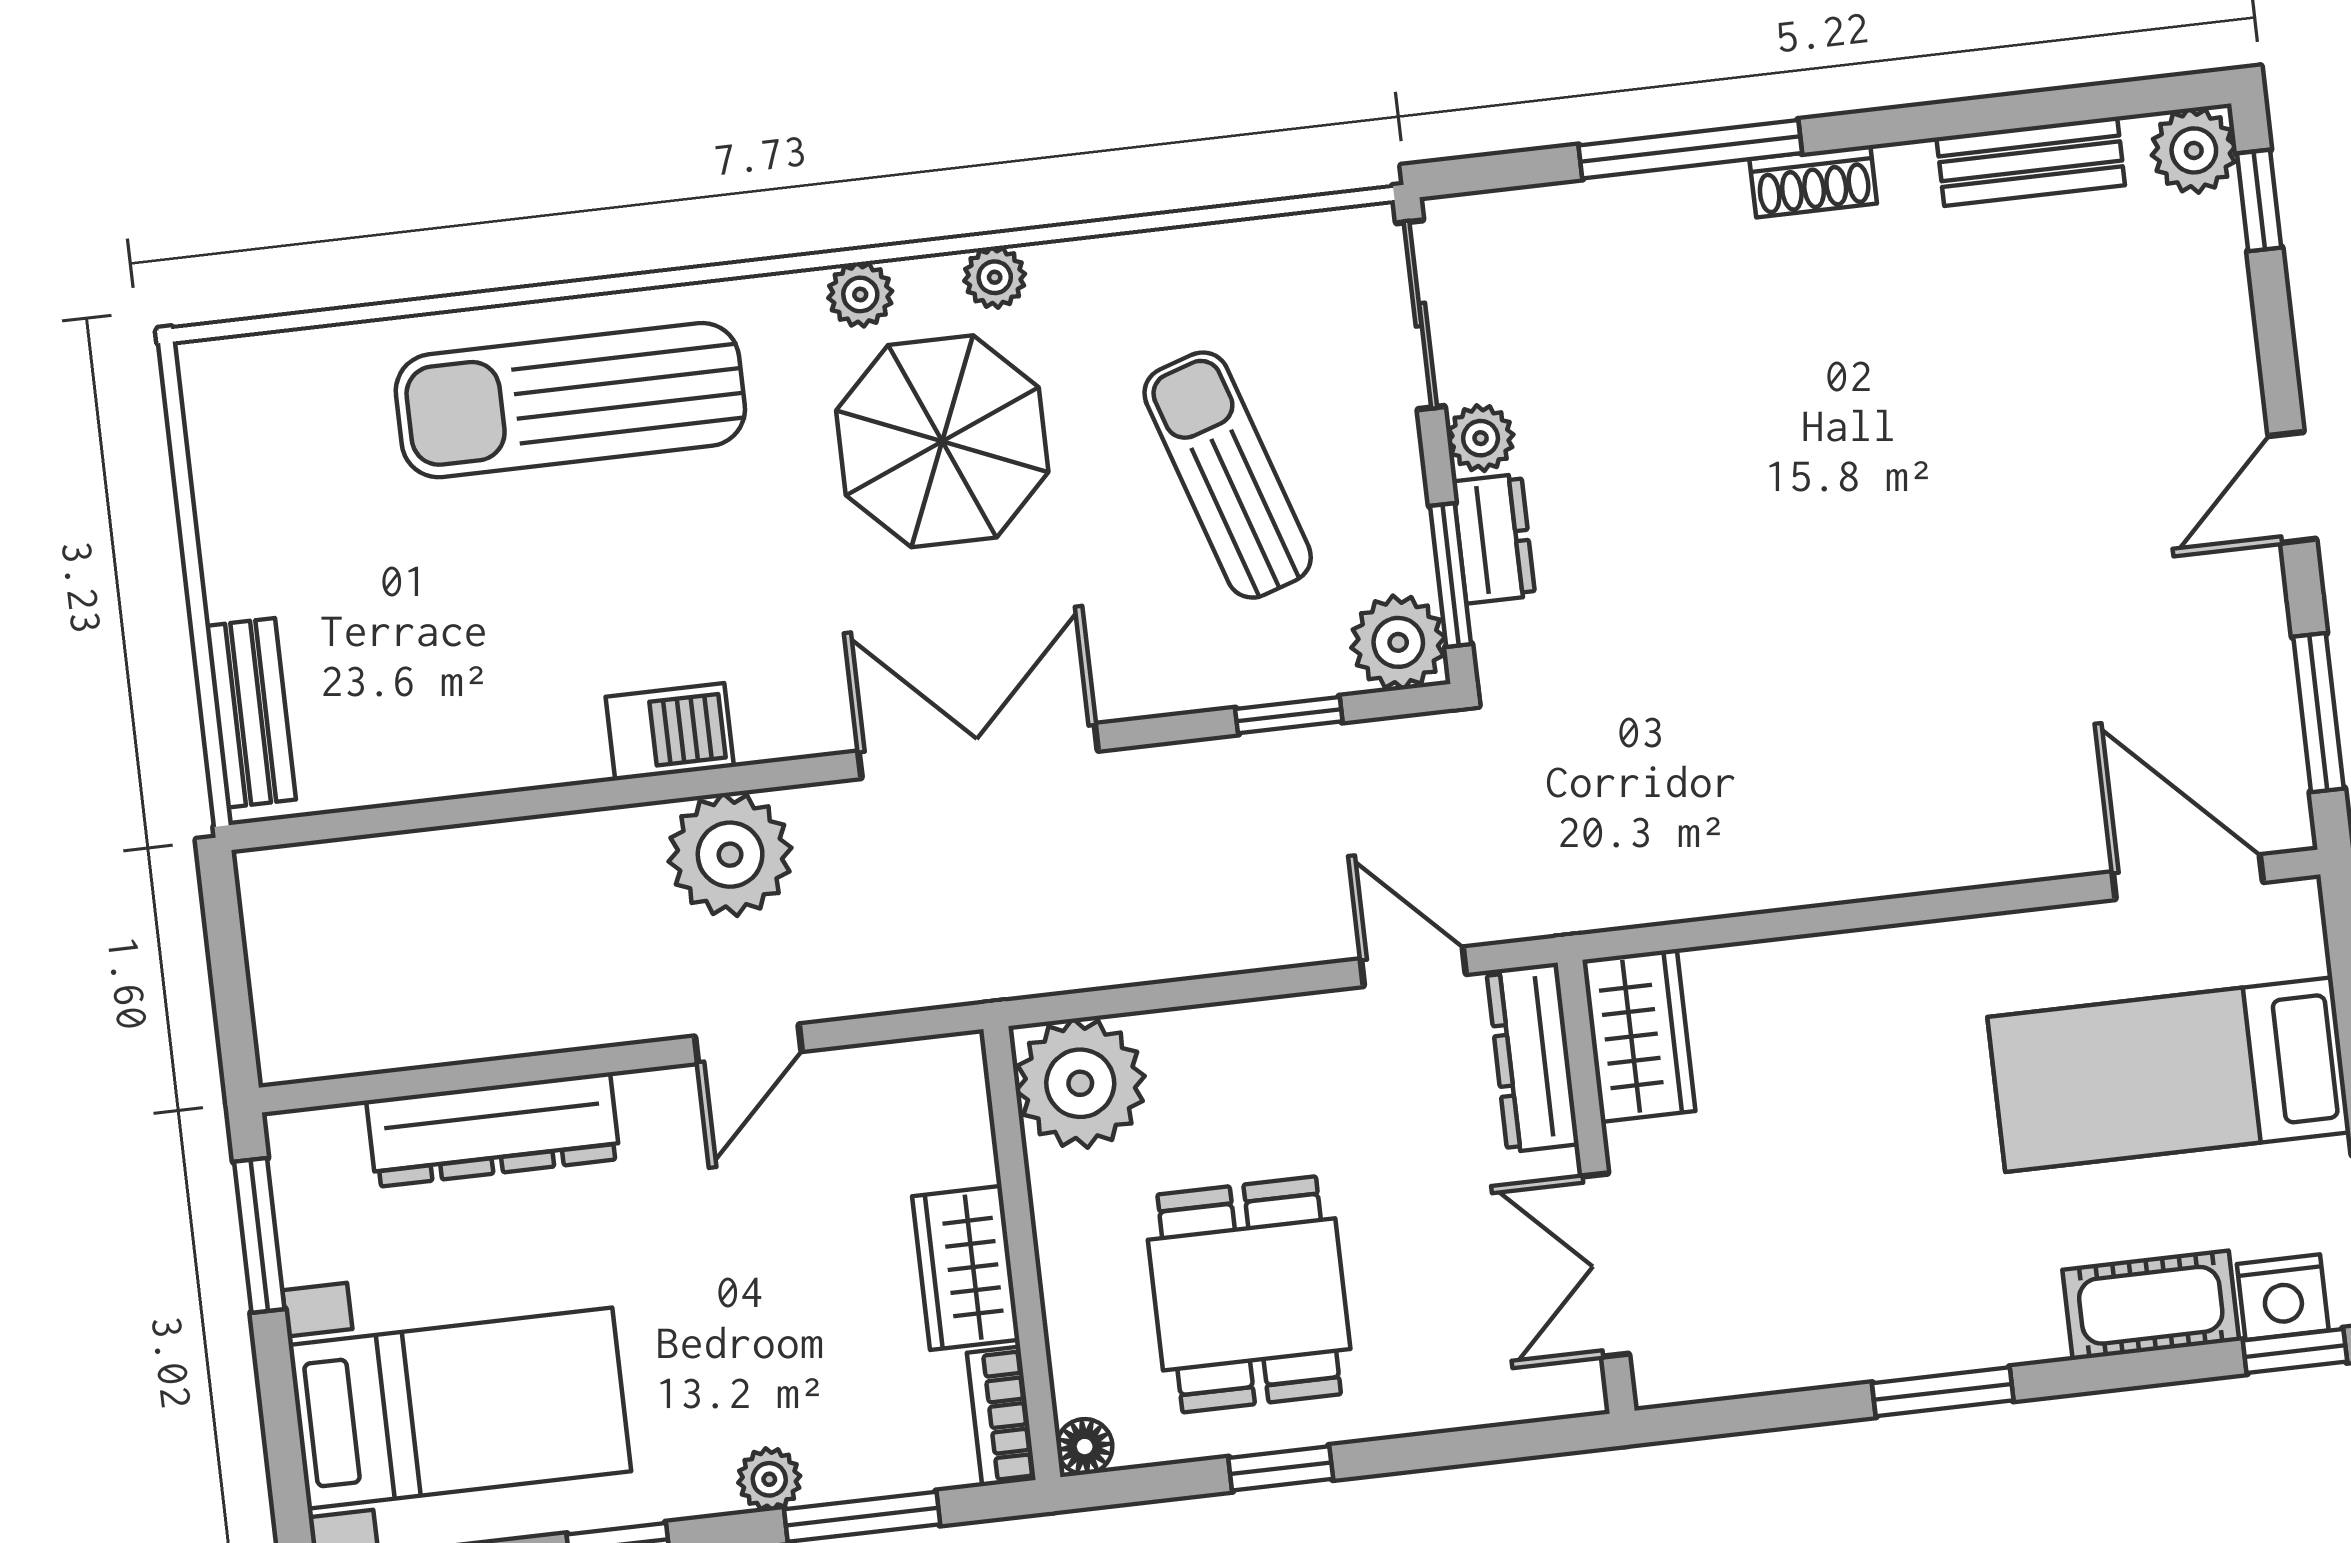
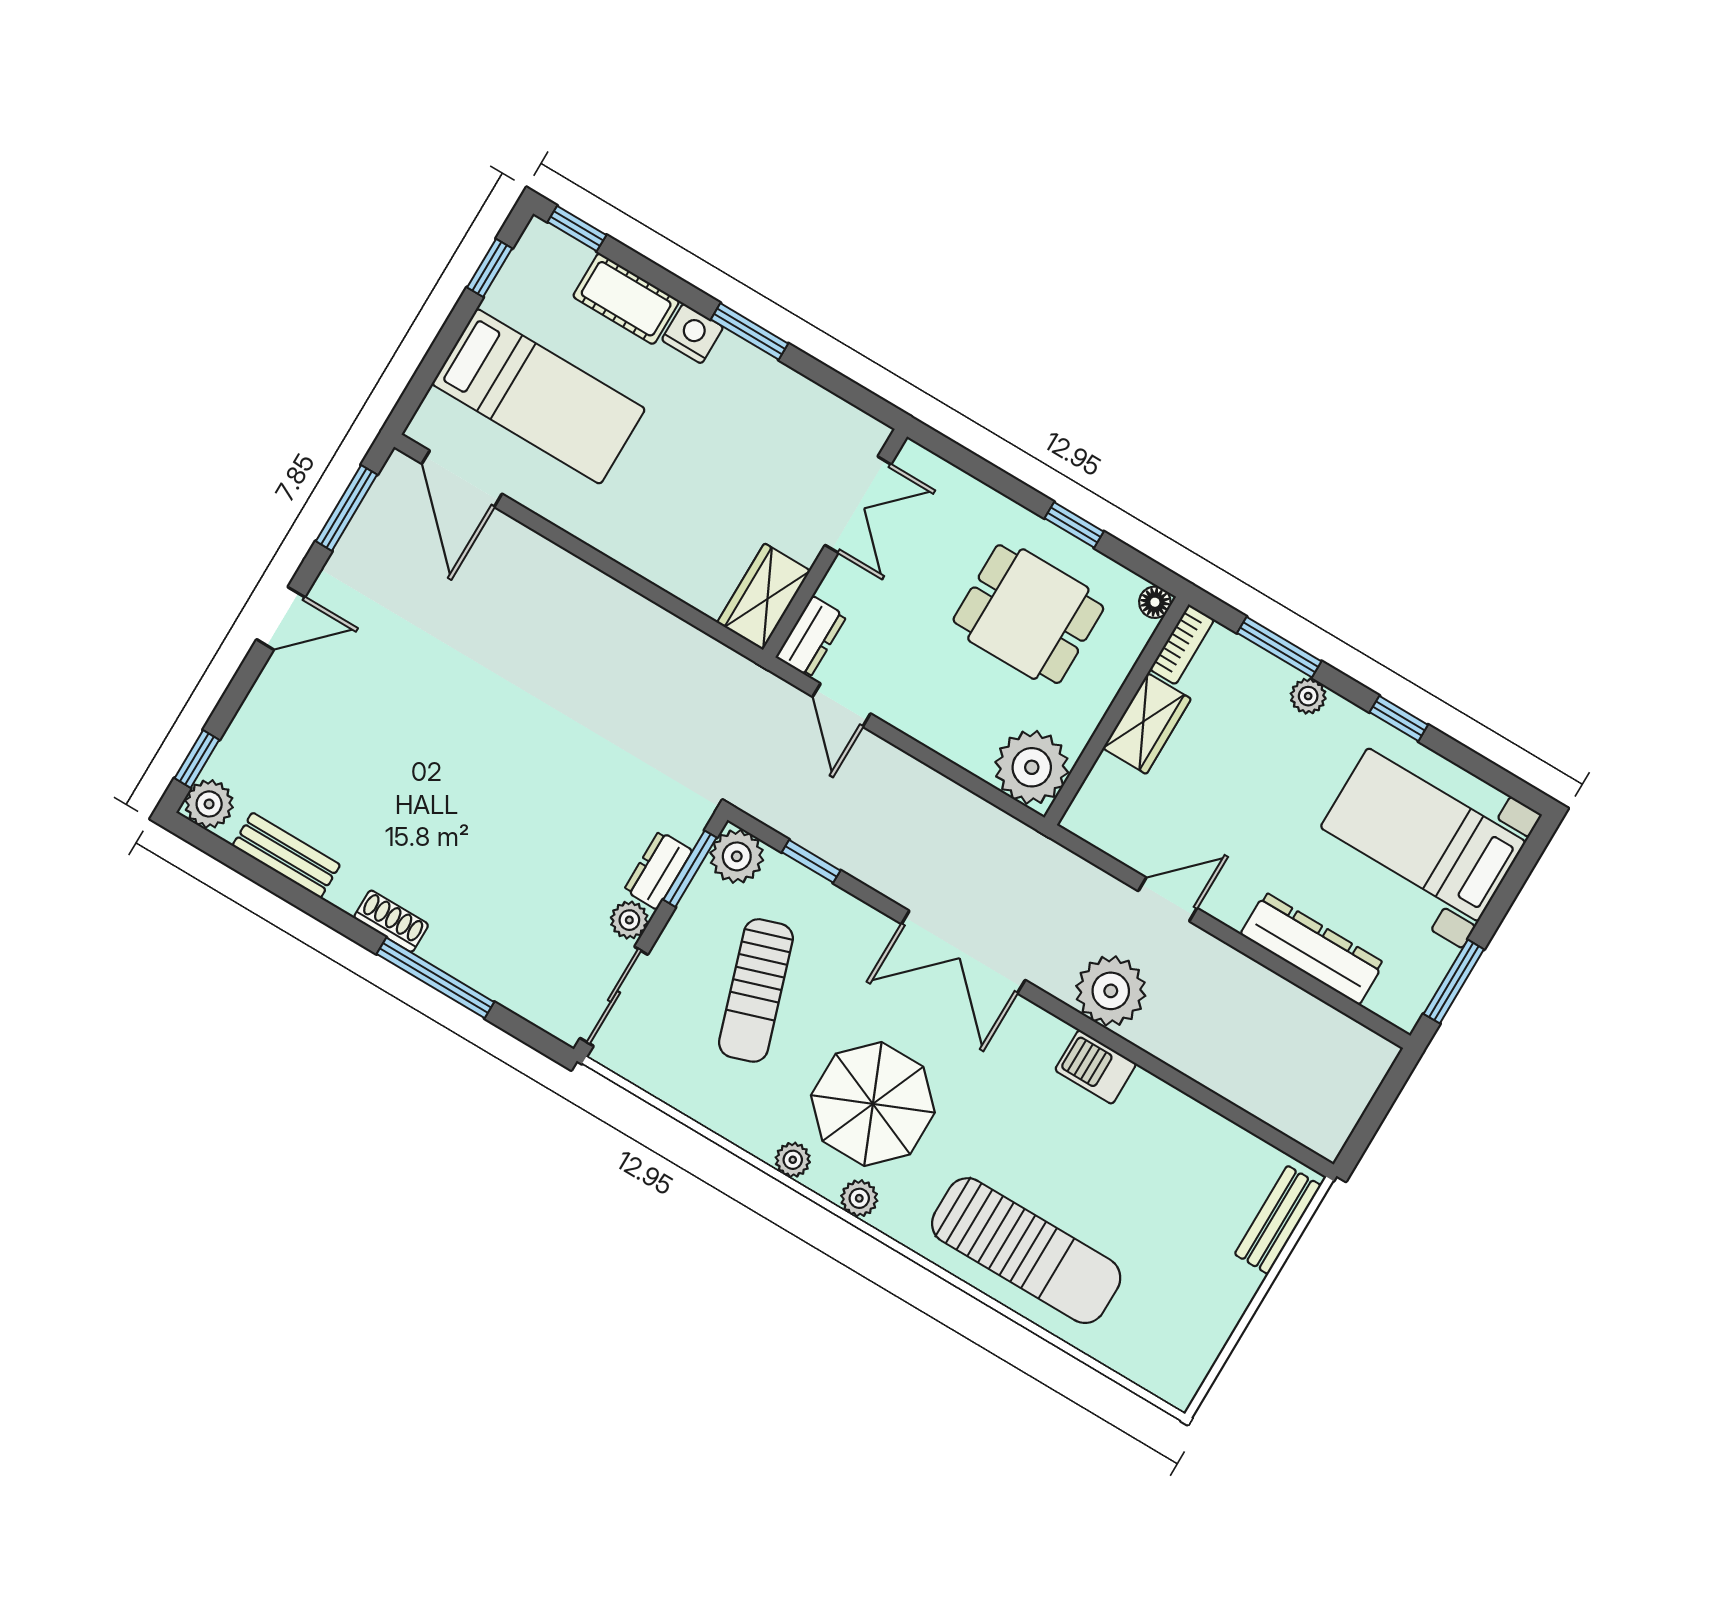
dresser: (1533, 1058) -> (811, 637), width x0.70
dining table: (1249, 1294) -> (1028, 614), turned 90
nightstand: (2283, 1297) -> (692, 334), moved

